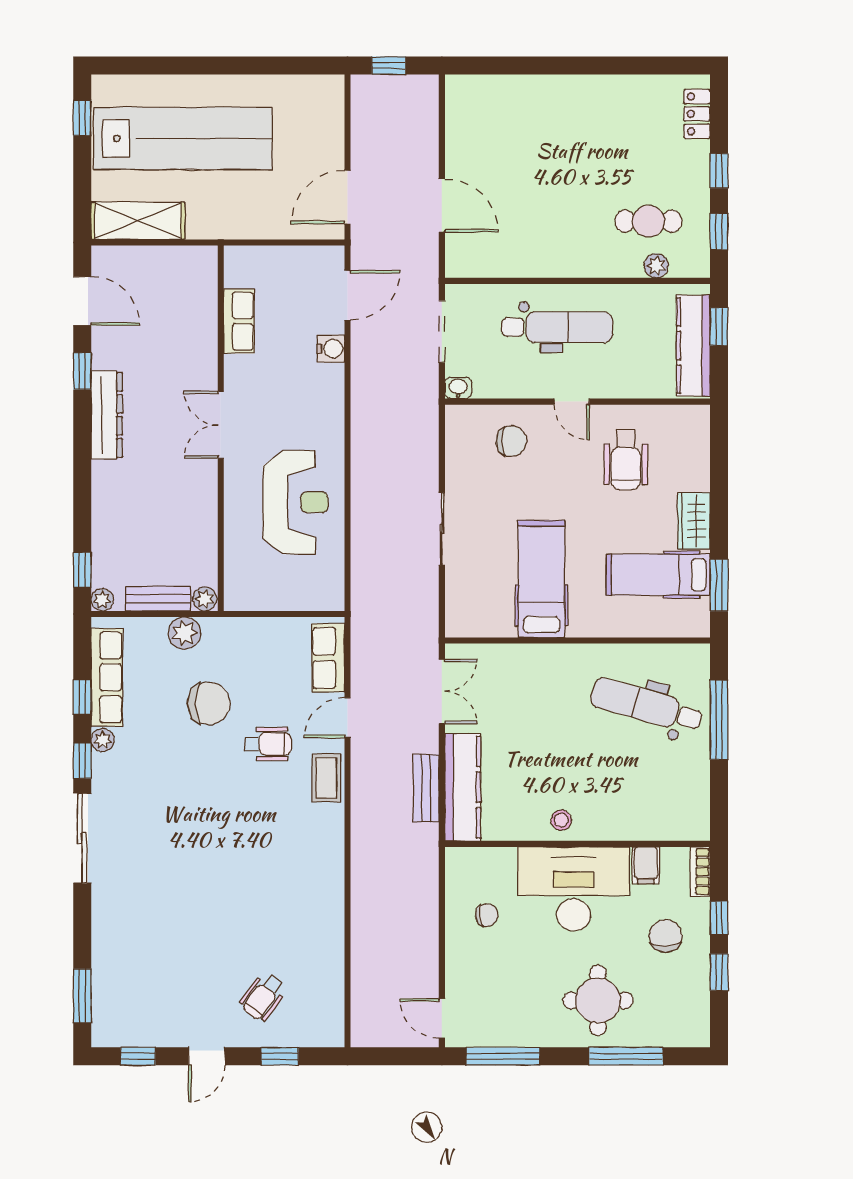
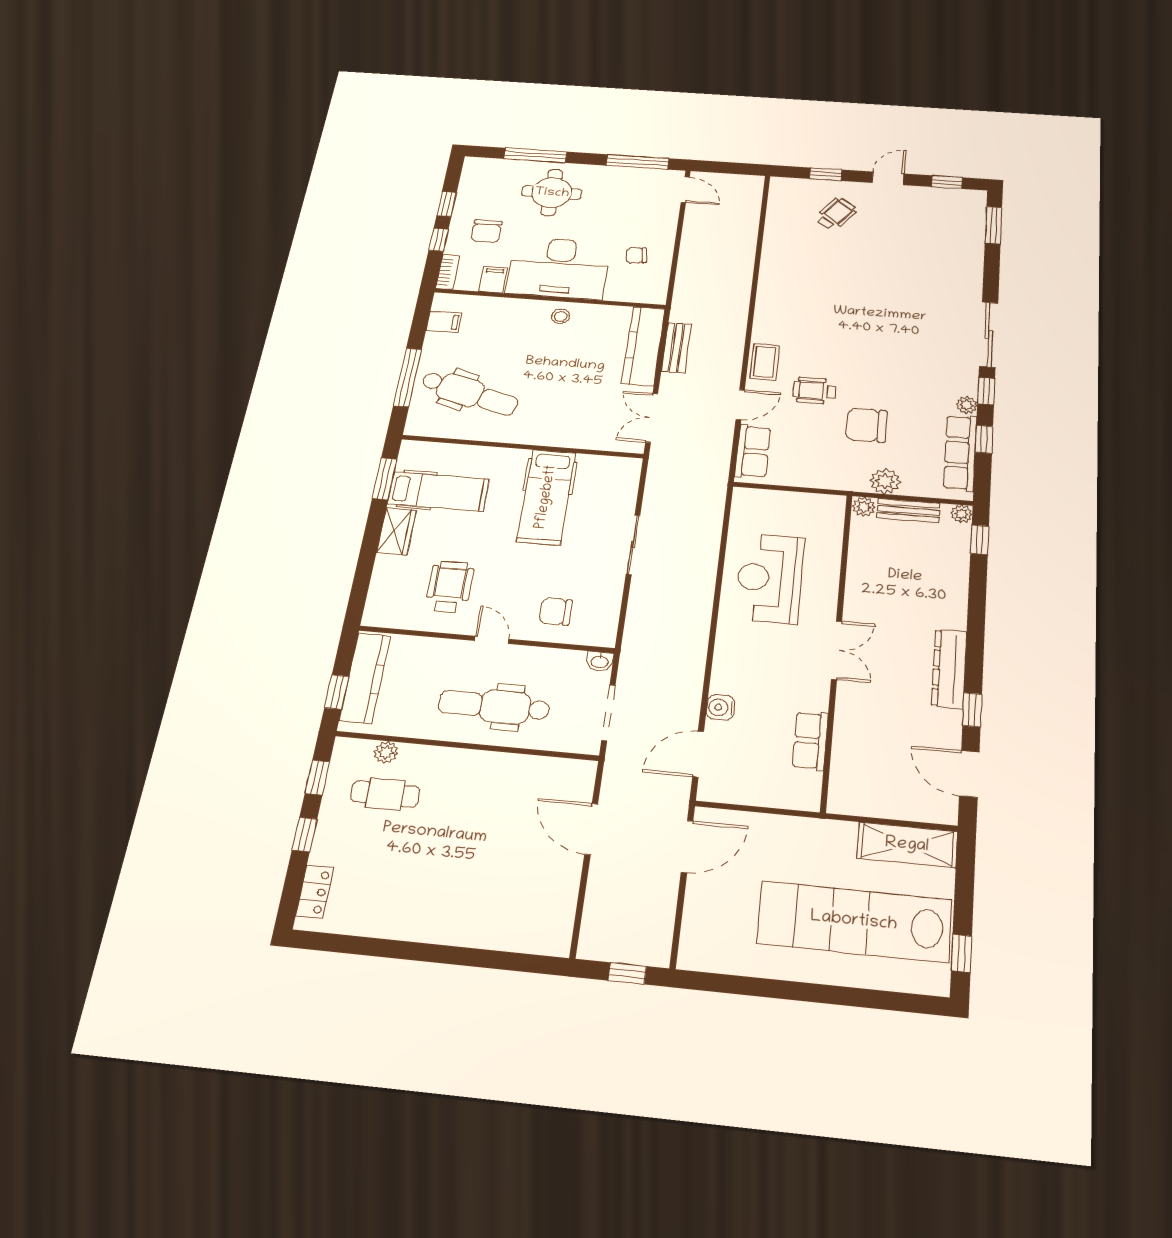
filing cabinet: (692, 801) -> (444, 322), added

